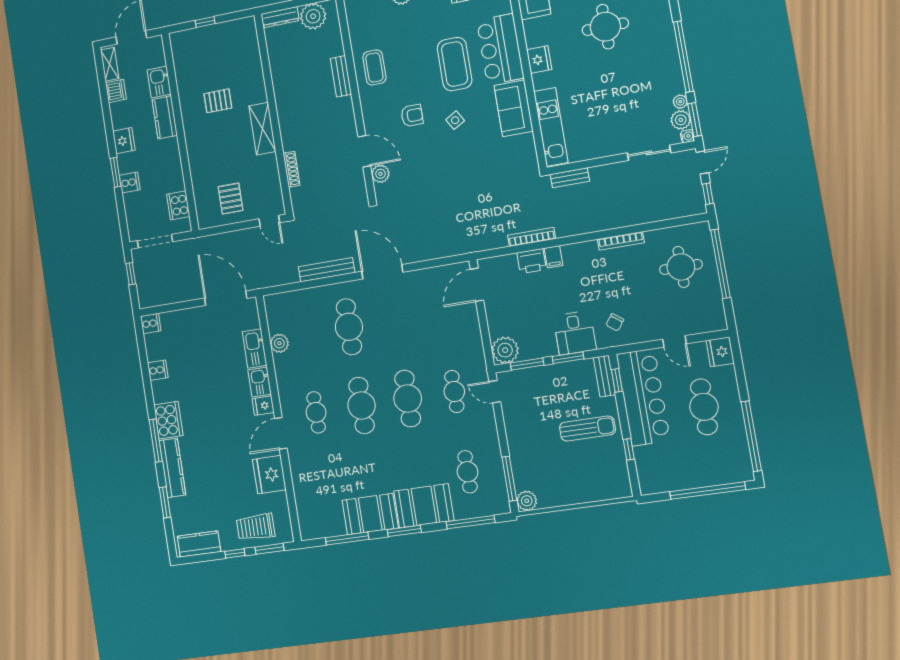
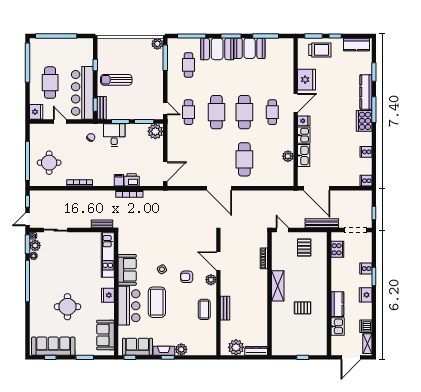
plant: (380, 174) -> (211, 280), moved
bench: (326, 270) -> (322, 223), moved

